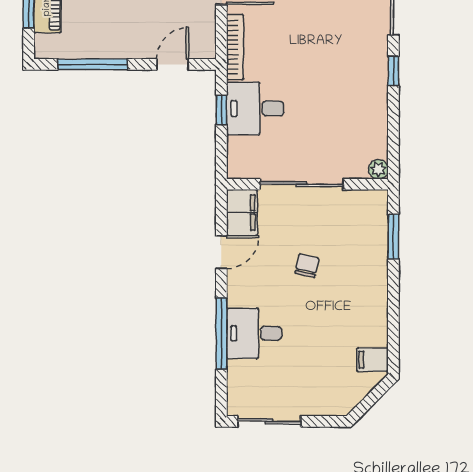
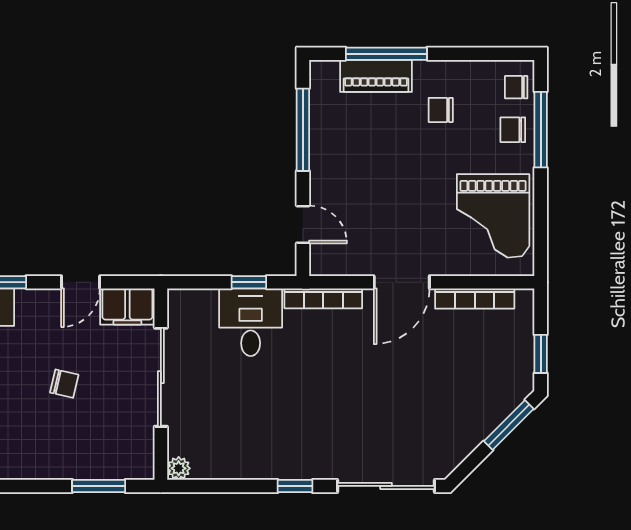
door: (221, 252) -> (81, 282), hinge flipped

